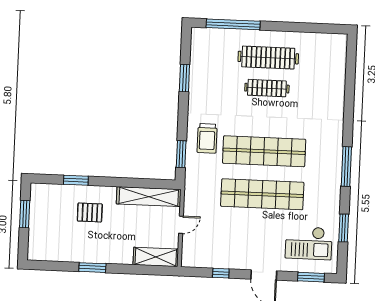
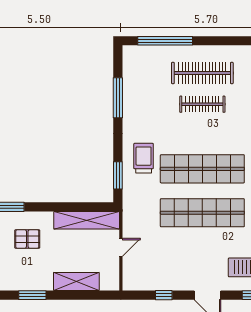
window: (184, 78) -> (118, 98), width x1.44
trolley: (207, 138) -> (144, 158), turned 180
shelving: (156, 257) -> (76, 281), moved

